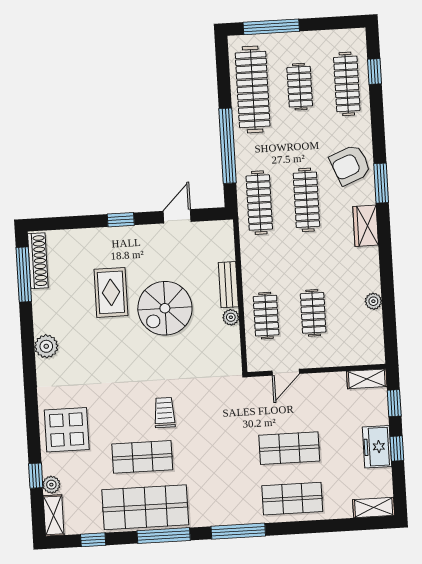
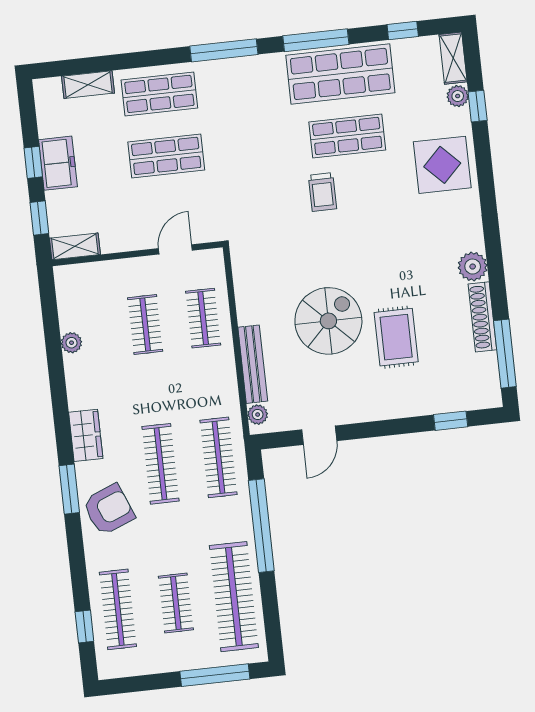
window: (121, 220) -> (451, 421), moved
shoe rack: (38, 261) -> (482, 317), moved
bench: (228, 285) -> (253, 364), width x1.36
plant: (231, 317) -> (258, 415), moved
shelving: (374, 508) -> (88, 85), moved

